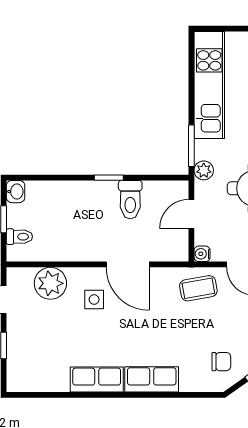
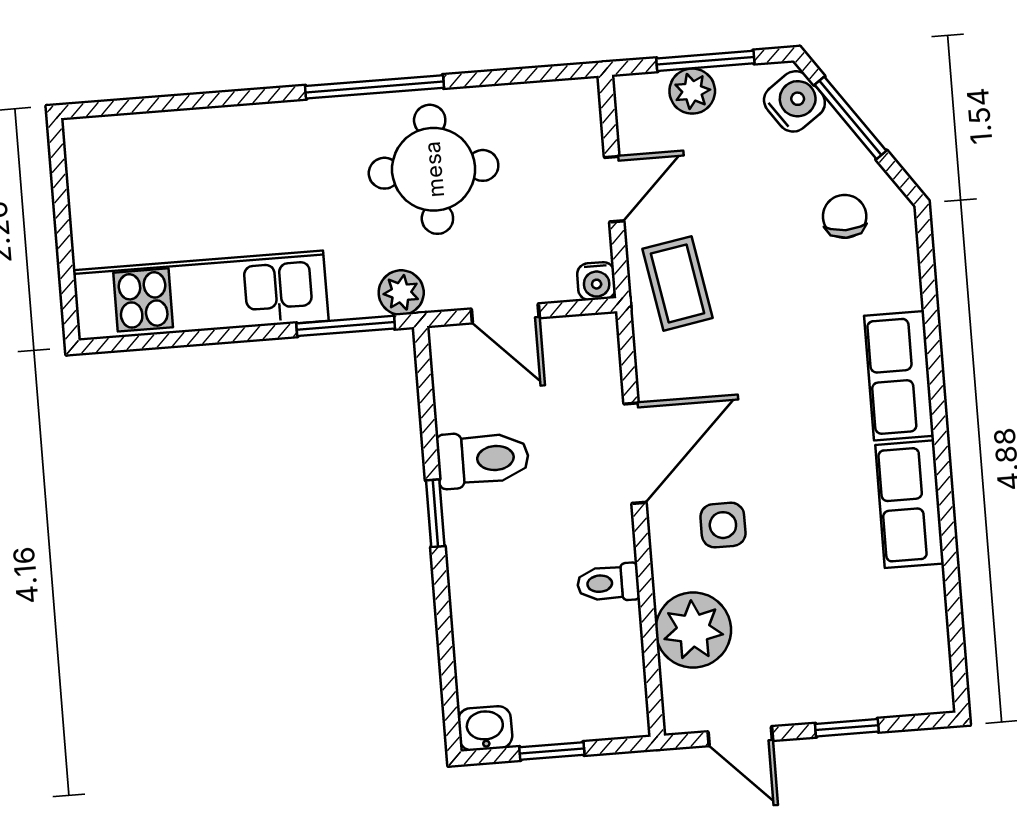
toilet: (19, 237) -> (608, 583), moved, turned -90

